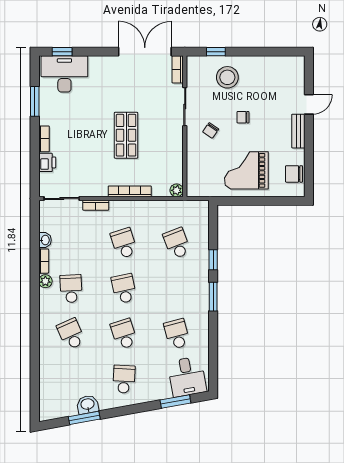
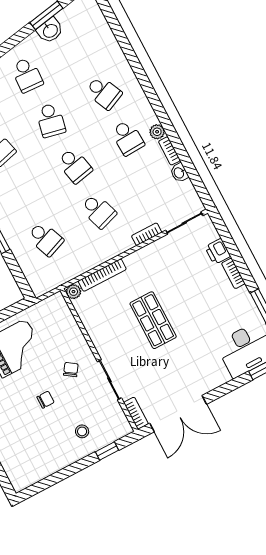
stool: (227, 77) -> (82, 431), width x0.53, depth x0.53
bookcase: (130, 191) -> (102, 275), moved
school desk: (124, 334) -> (51, 120), turned 30

